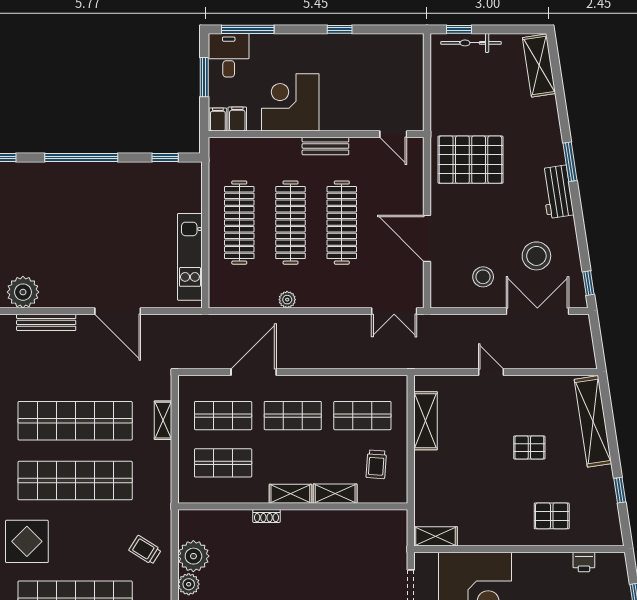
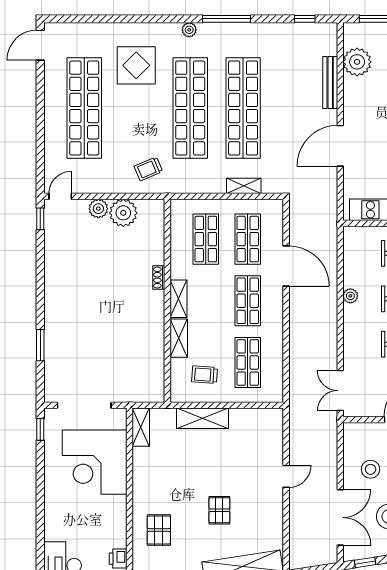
shelving: (425, 421) -> (202, 418), moved
trolley: (145, 550) -> (148, 169), moved, turned -145

